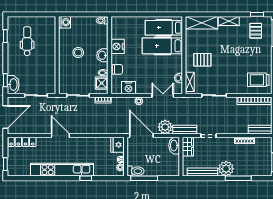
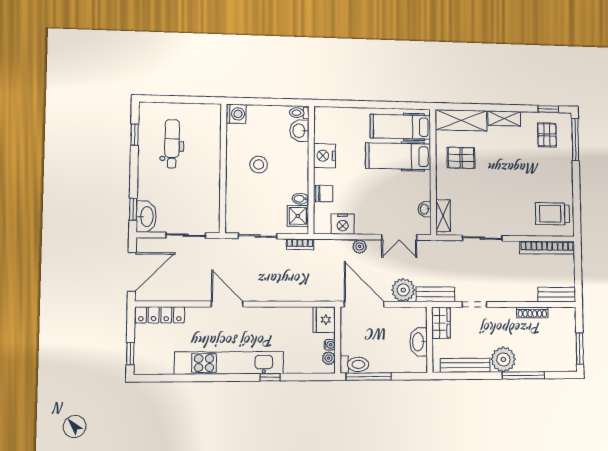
washbasin: (102, 55) -> (299, 131), moved
pallet: (202, 60) -> (461, 158), moved
double door: (163, 95) -> (399, 237), swing flipped
washbasin: (174, 146) -> (419, 342), moved

